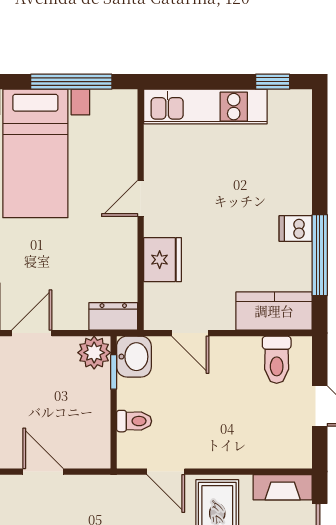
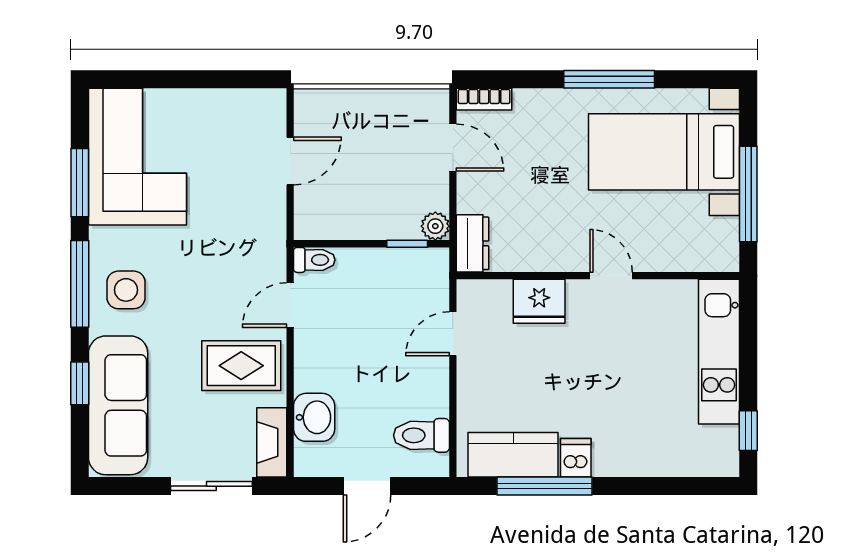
kitchen counter: (274, 311) -> (513, 455), moved, turned -90
plant: (94, 353) -> (435, 226), width x0.73, depth x0.73
washbasin: (134, 357) -> (314, 417), moved, turned -90
toilet: (134, 421) -> (314, 260), moved, turned -90

